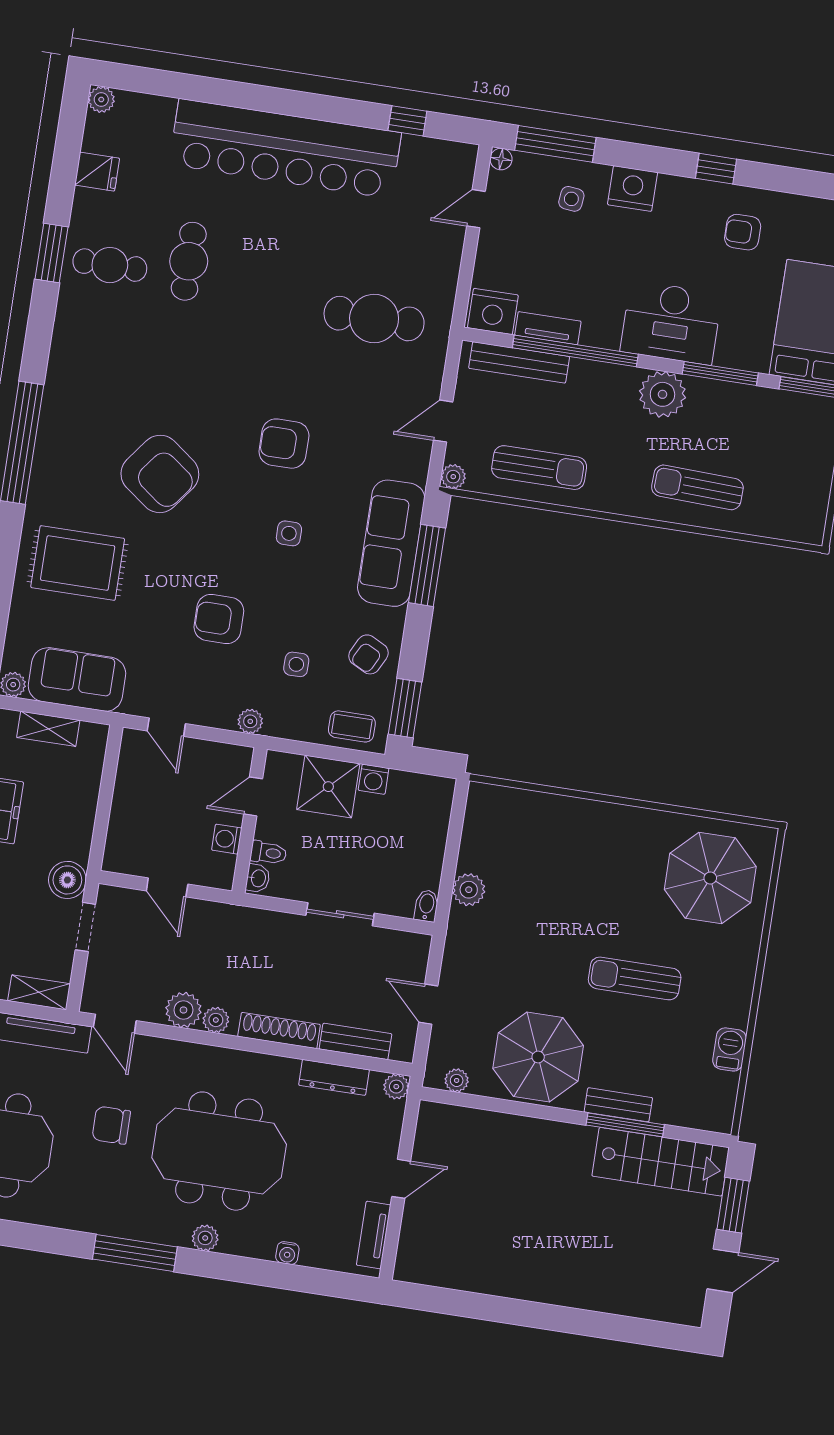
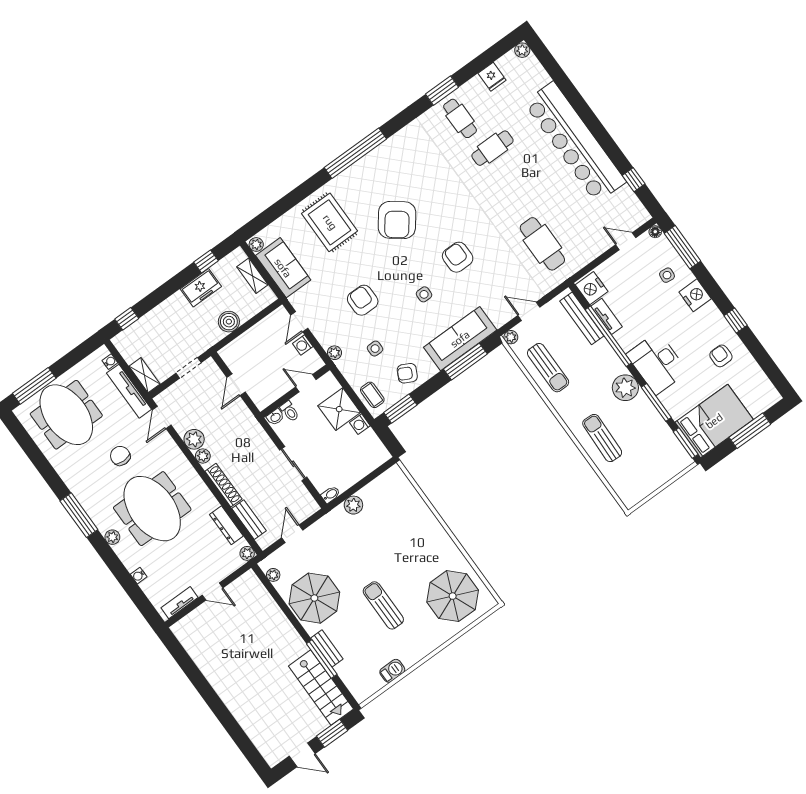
washing machine: (227, 839) -> (303, 345), moved, turned -90
boiler: (67, 880) -> (229, 322), moved

